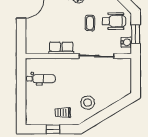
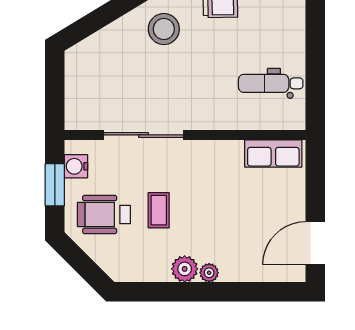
row of seats: (61, 48) -> (273, 153), moved

